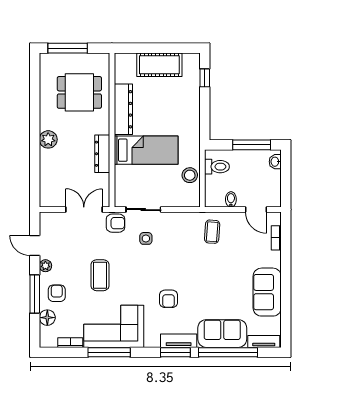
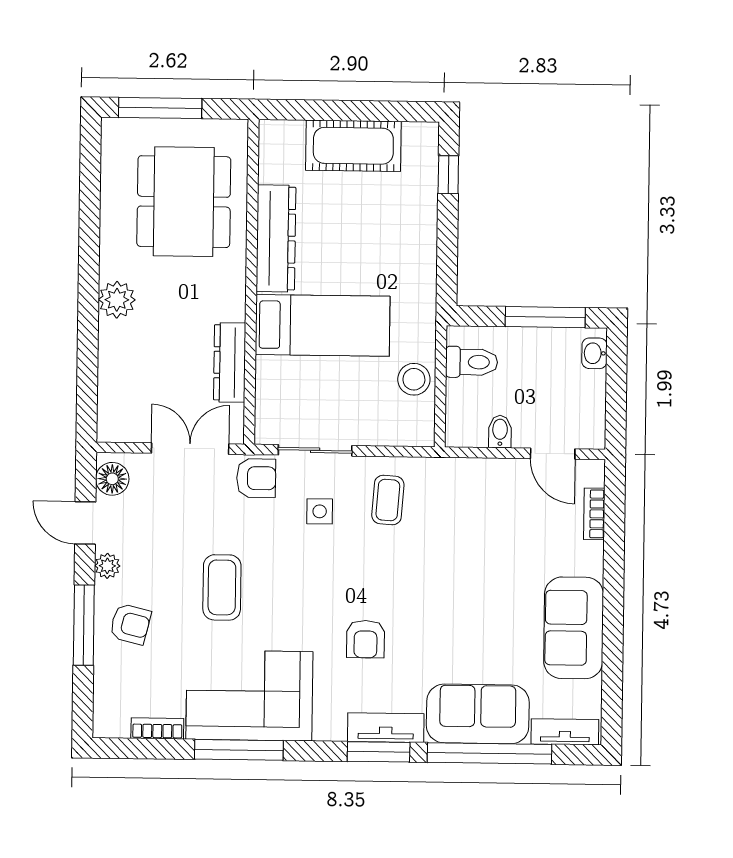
dining table: (79, 92) -> (184, 202), width x1.38
dresser: (102, 154) -> (230, 363), moved
coffee table: (212, 232) -> (388, 500), moved
armchair: (57, 293) -> (130, 624), turned 104
floor lamp: (47, 318) -> (112, 479), moved

